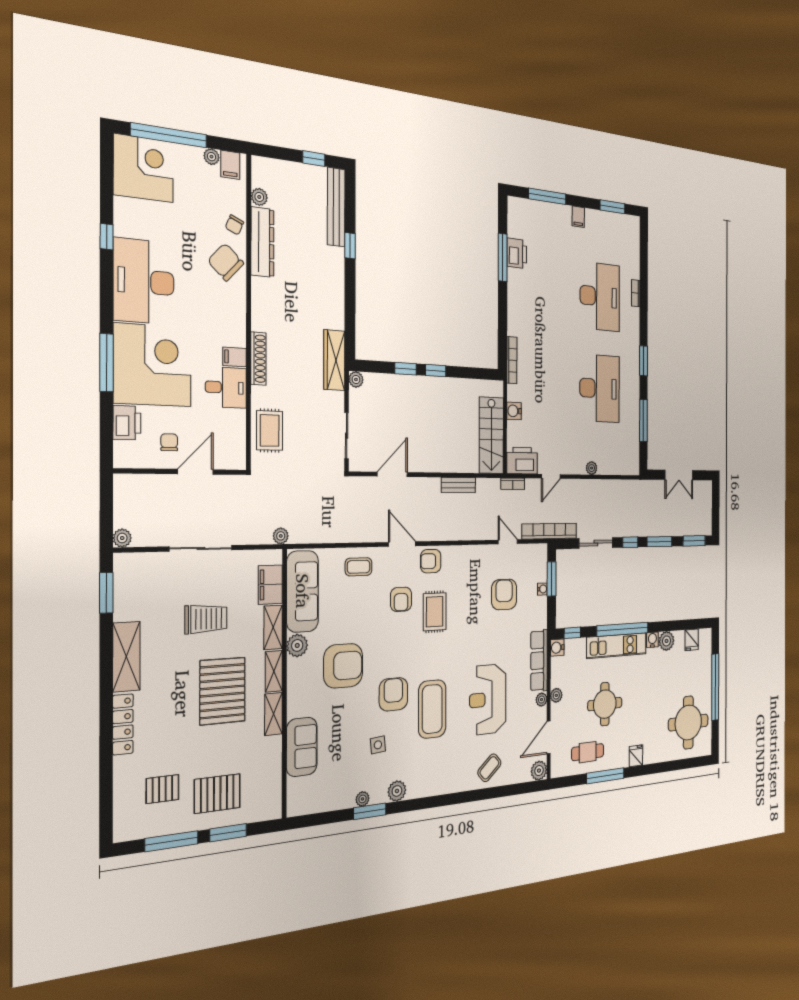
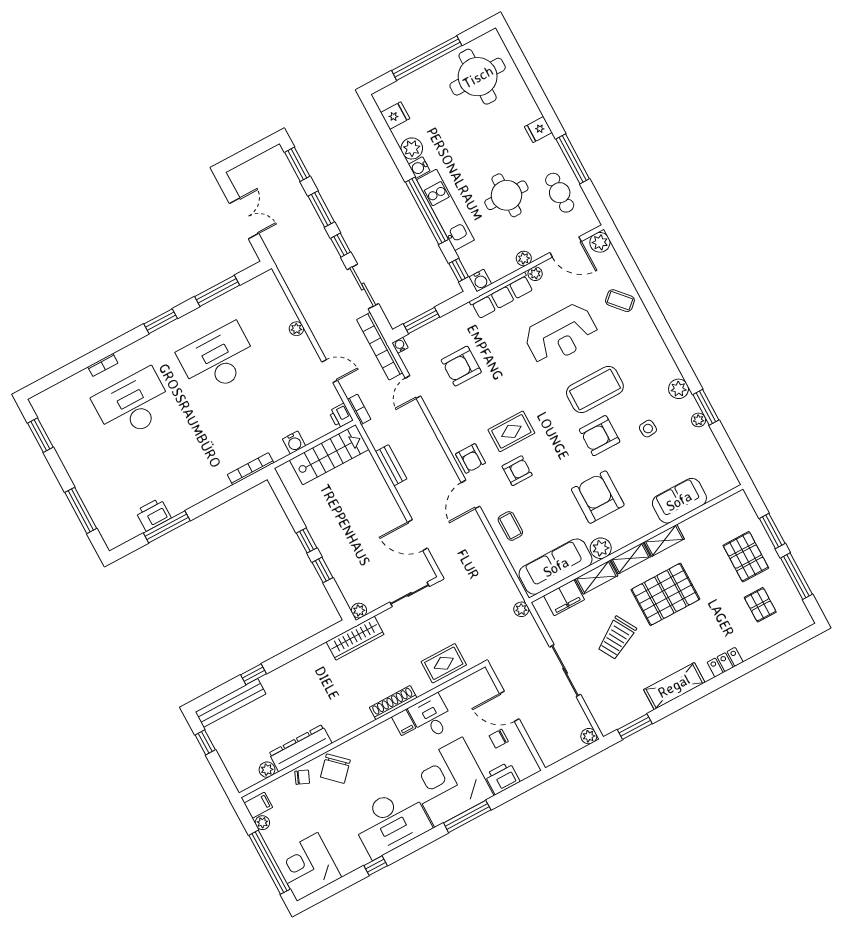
filing cabinet: (578, 217) -> (76, 468), removed
printer: (522, 461) -> (341, 416), width x0.53, depth x0.68
water cooler: (542, 589) -> (400, 345), moved
trolley: (206, 619) -> (617, 638), turned -120
locker: (123, 724) -> (725, 662), width x0.66

